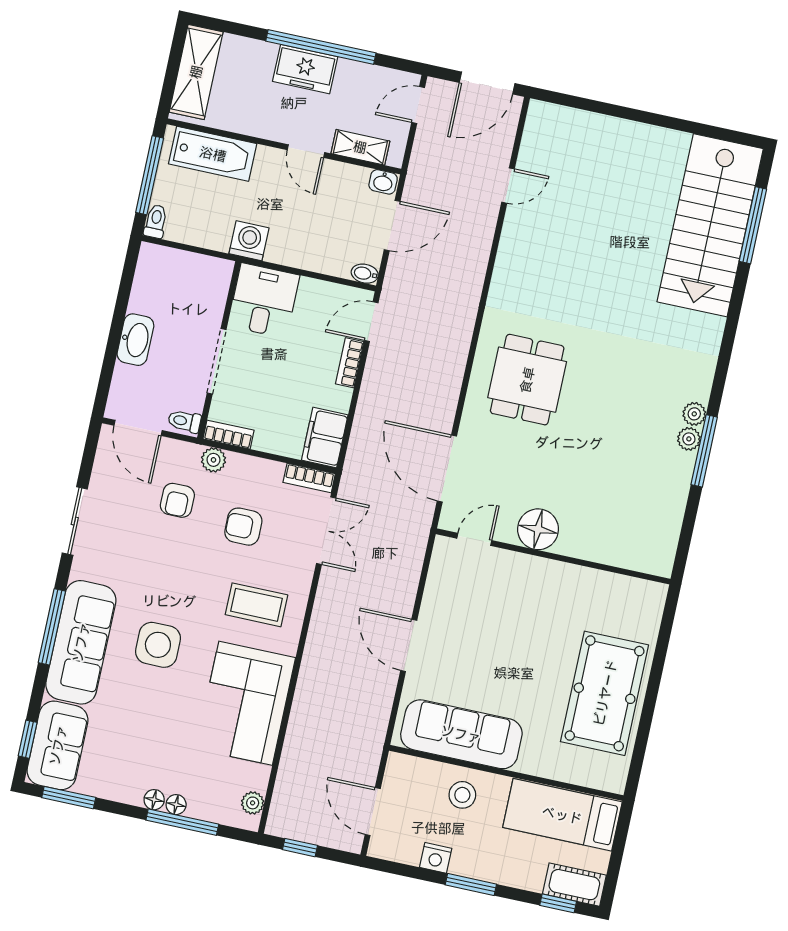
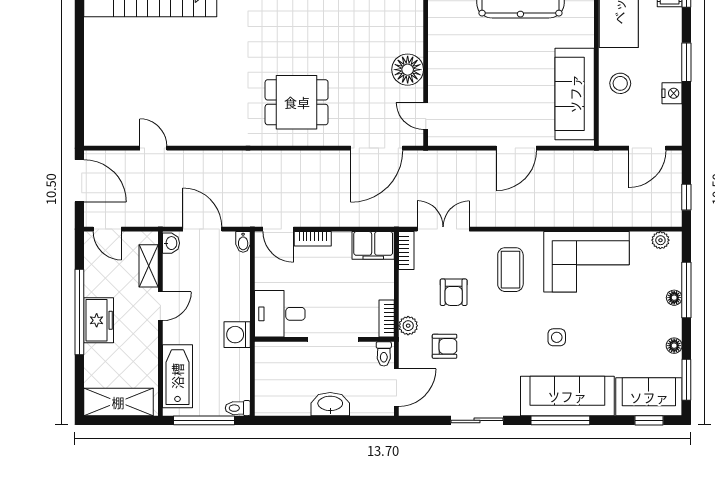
side table: (158, 645) -> (557, 337), width x0.54, depth x0.54
floor lamp: (154, 800) -> (674, 346), moved

